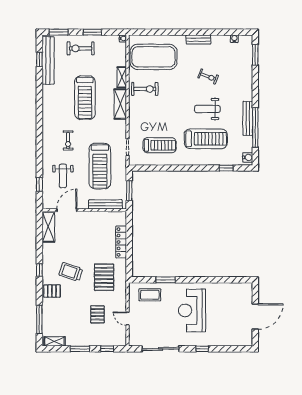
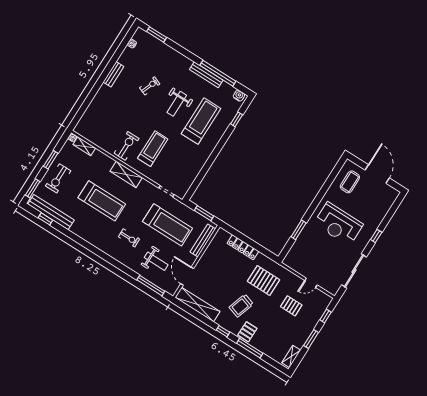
exercise mat: (154, 57) -> (104, 121), removed
shelving: (122, 77) -> (84, 146), moved
treadmill: (160, 145) -> (153, 149), moved
window: (39, 184) -> (151, 286), width x2.17
shelving: (48, 227) -> (197, 305), width x1.47
coffee table: (150, 295) -> (350, 182), moved
window: (39, 319) -> (250, 348), moved

